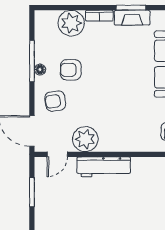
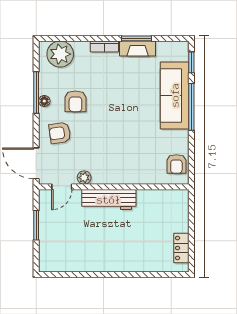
plant: (71, 23) -> (60, 54), moved
armchair: (71, 70) -> (75, 101), turned -91
plant: (85, 139) -> (84, 178), width x0.53, depth x0.53

